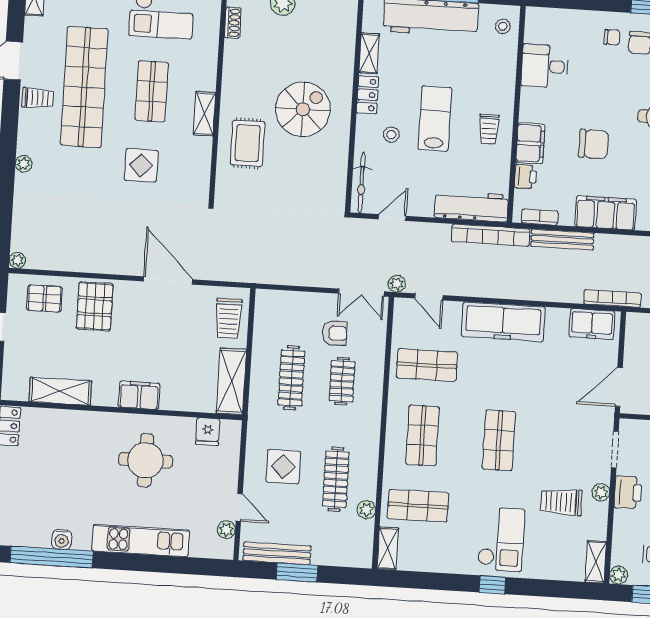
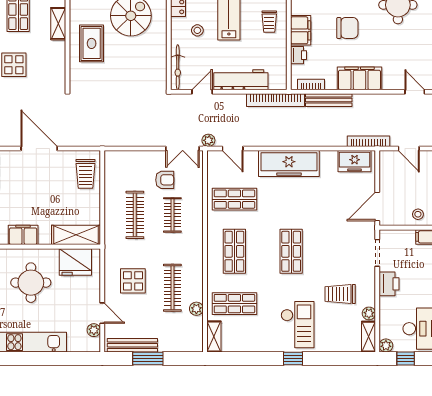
workbench: (471, 206) -> (241, 80), moved
shelving: (231, 381) -> (76, 235), moved, turned 90
fridge: (208, 432) -> (75, 262), width x1.88, depth x1.34
plant: (601, 492) -> (369, 313), moved

